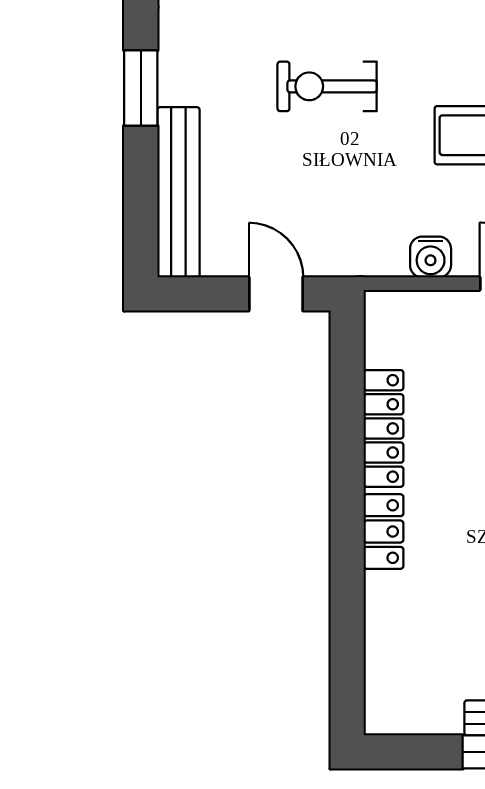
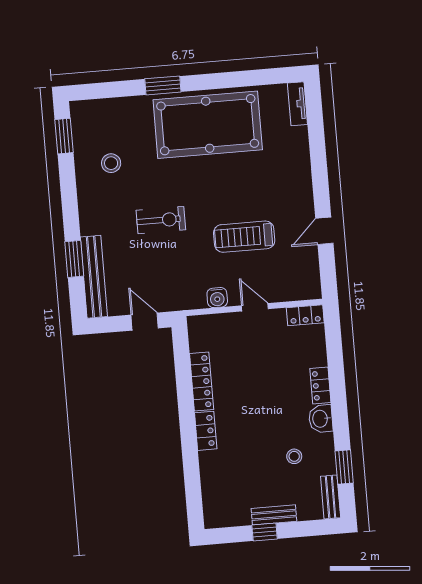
exercise bike: (327, 86) -> (161, 220), turned 180
window: (141, 88) -> (74, 259), moved

